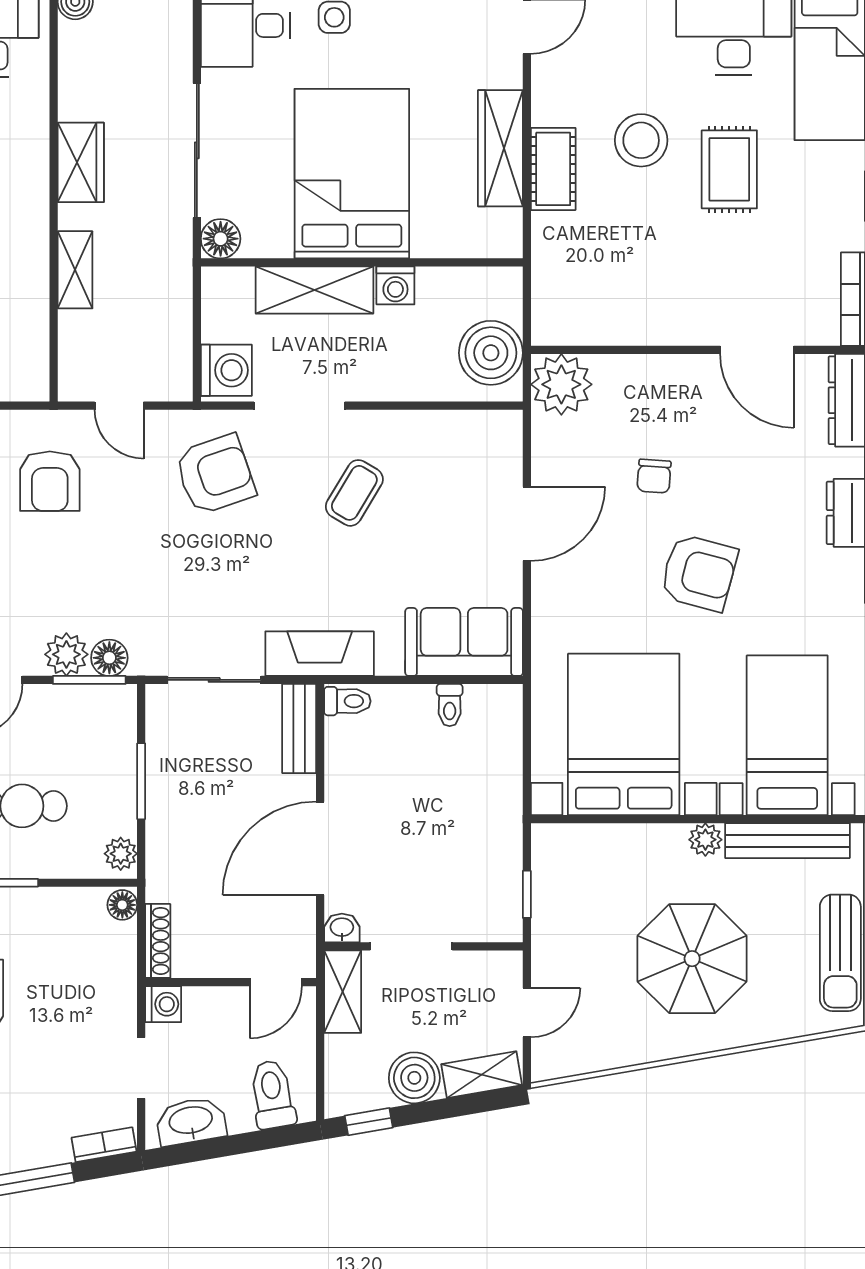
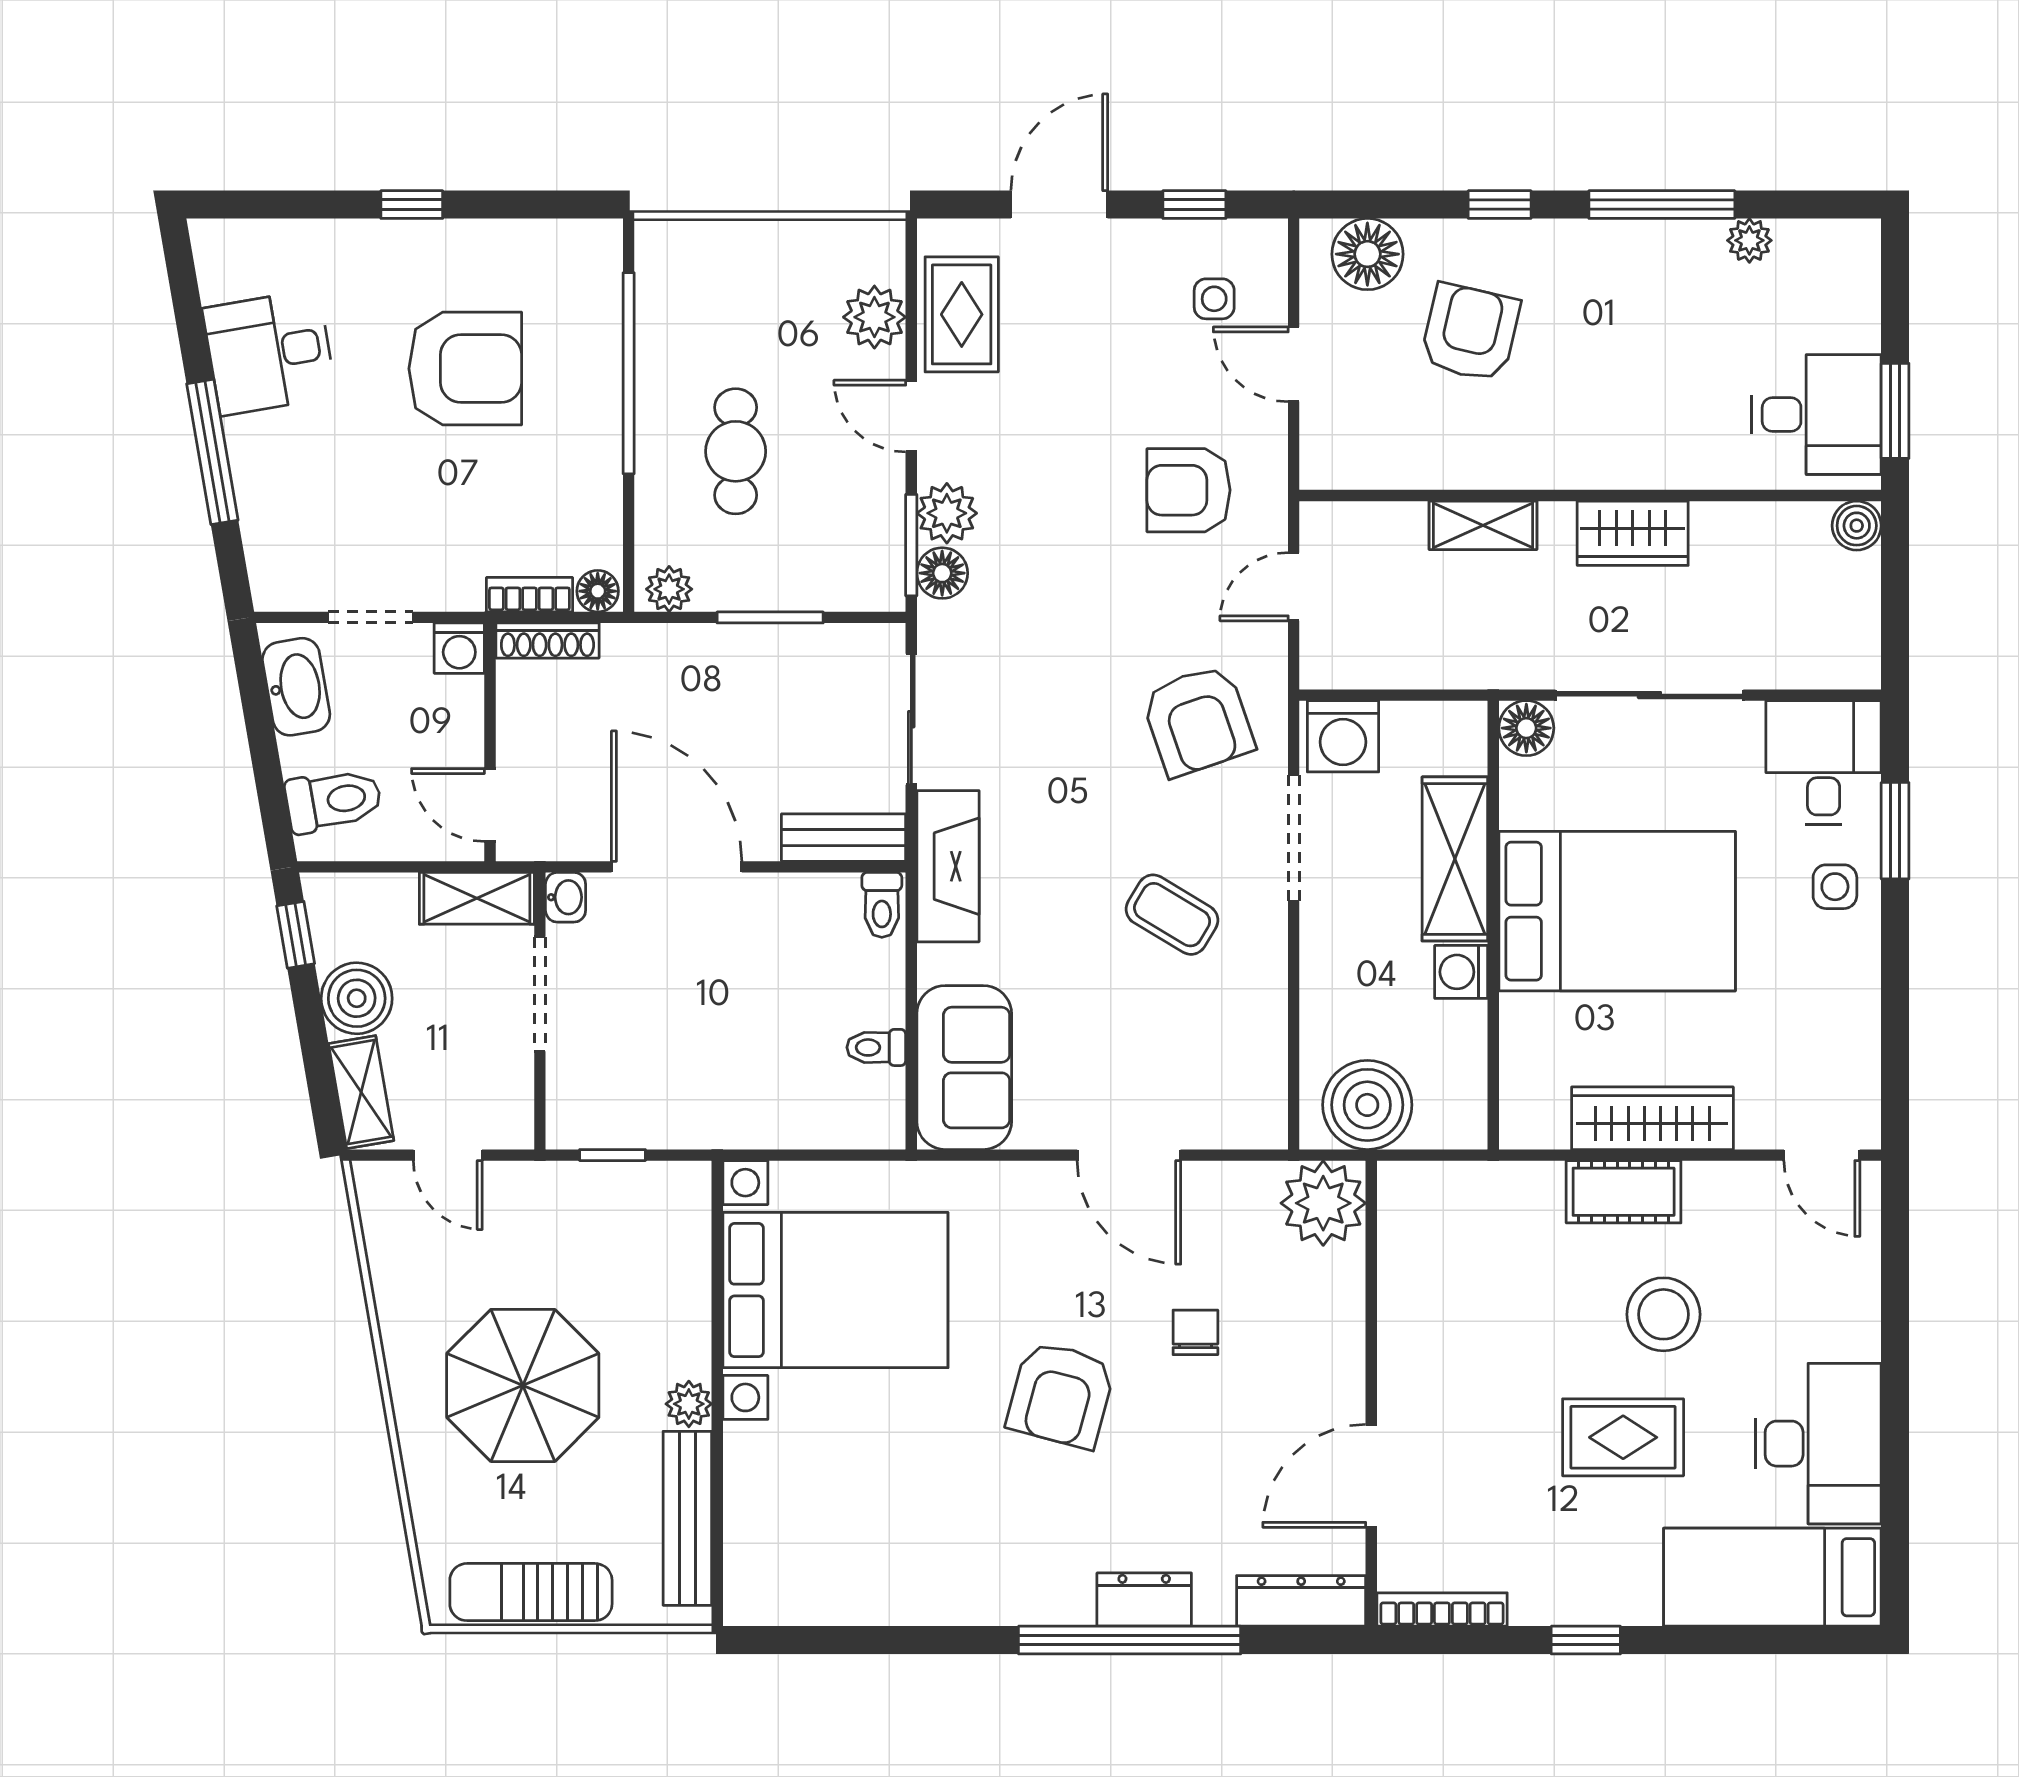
chair: (654, 476) -> (1195, 1332), turned 86
bed with nightstands: (787, 735) -> (834, 1518), removed
bookcase: (104, 1145) -> (529, 595), moved, turned -80

